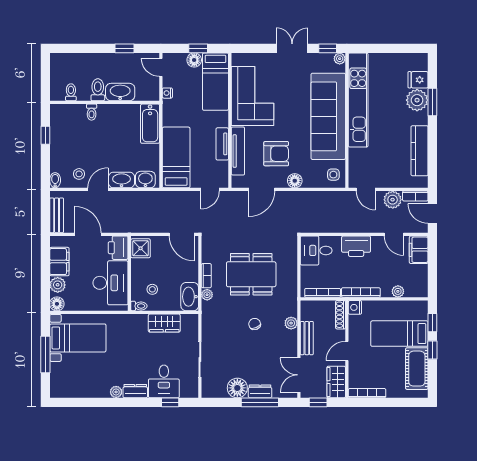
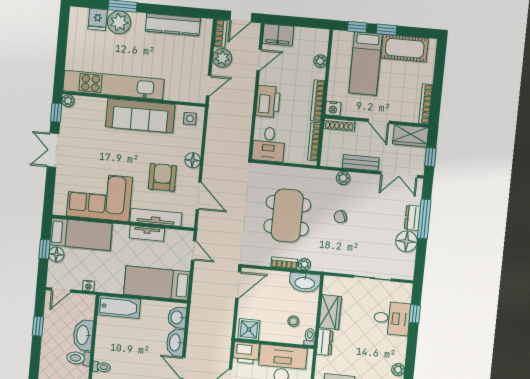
sofa: (328, 116) -> (140, 116), width x0.74, depth x0.79
dresser: (135, 391) -> (325, 342), moved, turned 180

